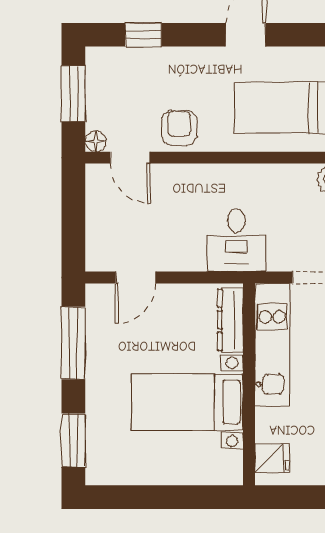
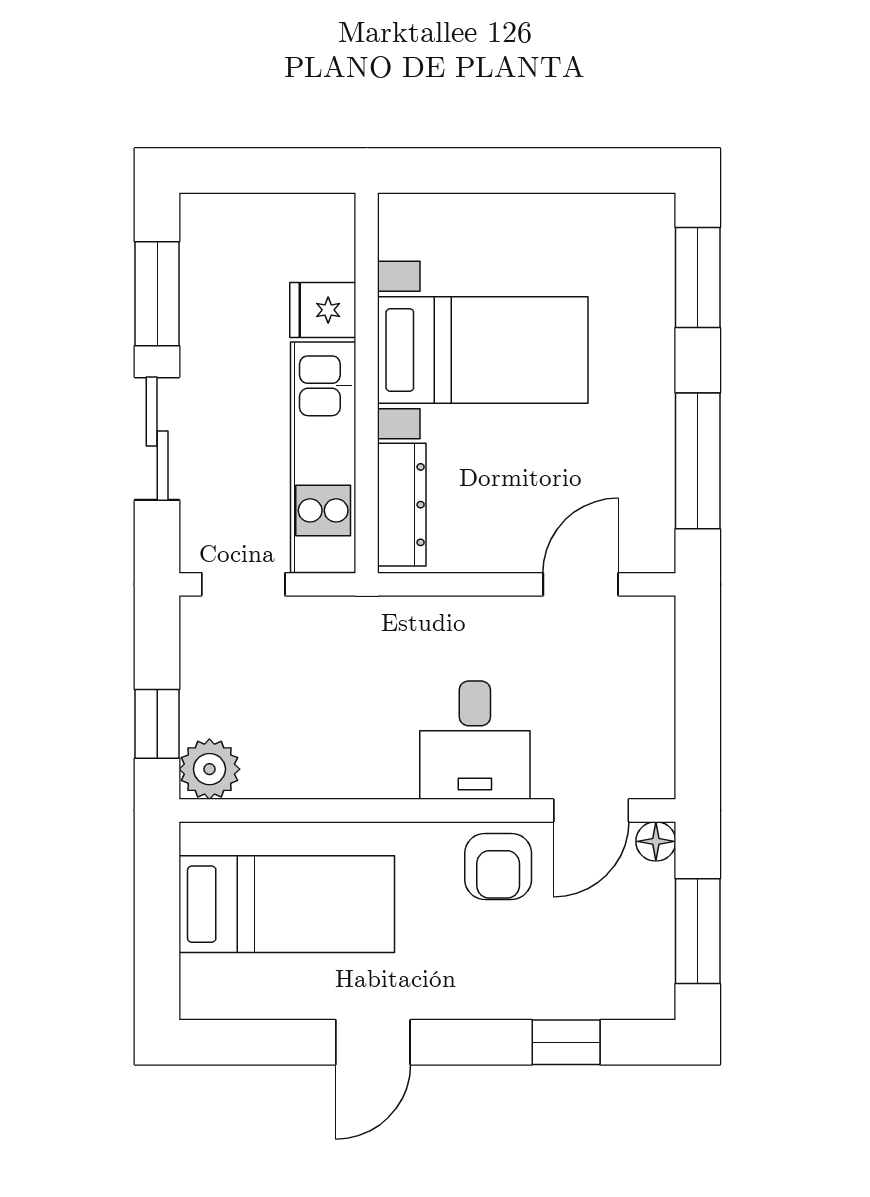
door: (130, 158) -> (591, 811), swing flipped
desk: (236, 240) -> (475, 740), moved, turned 180
fridge: (272, 458) -> (323, 310), moved

